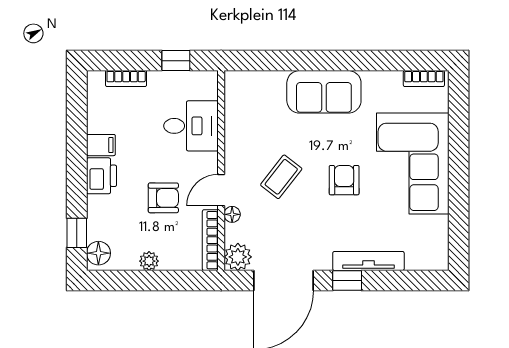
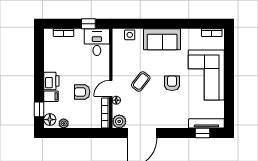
side table: (259, 83) -> (130, 35), added
desk: (191, 126) -> (97, 42), moved, turned -90
filing cabinet: (101, 145) -> (51, 96), moved
armchair: (163, 198) -> (82, 92), turned 180
plant: (149, 261) -> (64, 123), moved
tv unit: (368, 261) -> (206, 123), moved
window: (347, 280) -> (203, 133), moved

